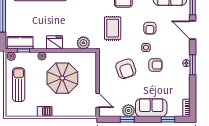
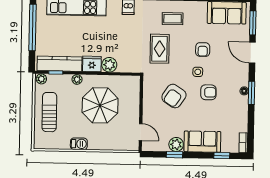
kitchen counter: (20, 43) -> (60, 64), width x1.50
plant: (83, 43) -> (109, 65), moved
armchair: (126, 69) -> (174, 96), turned 53

